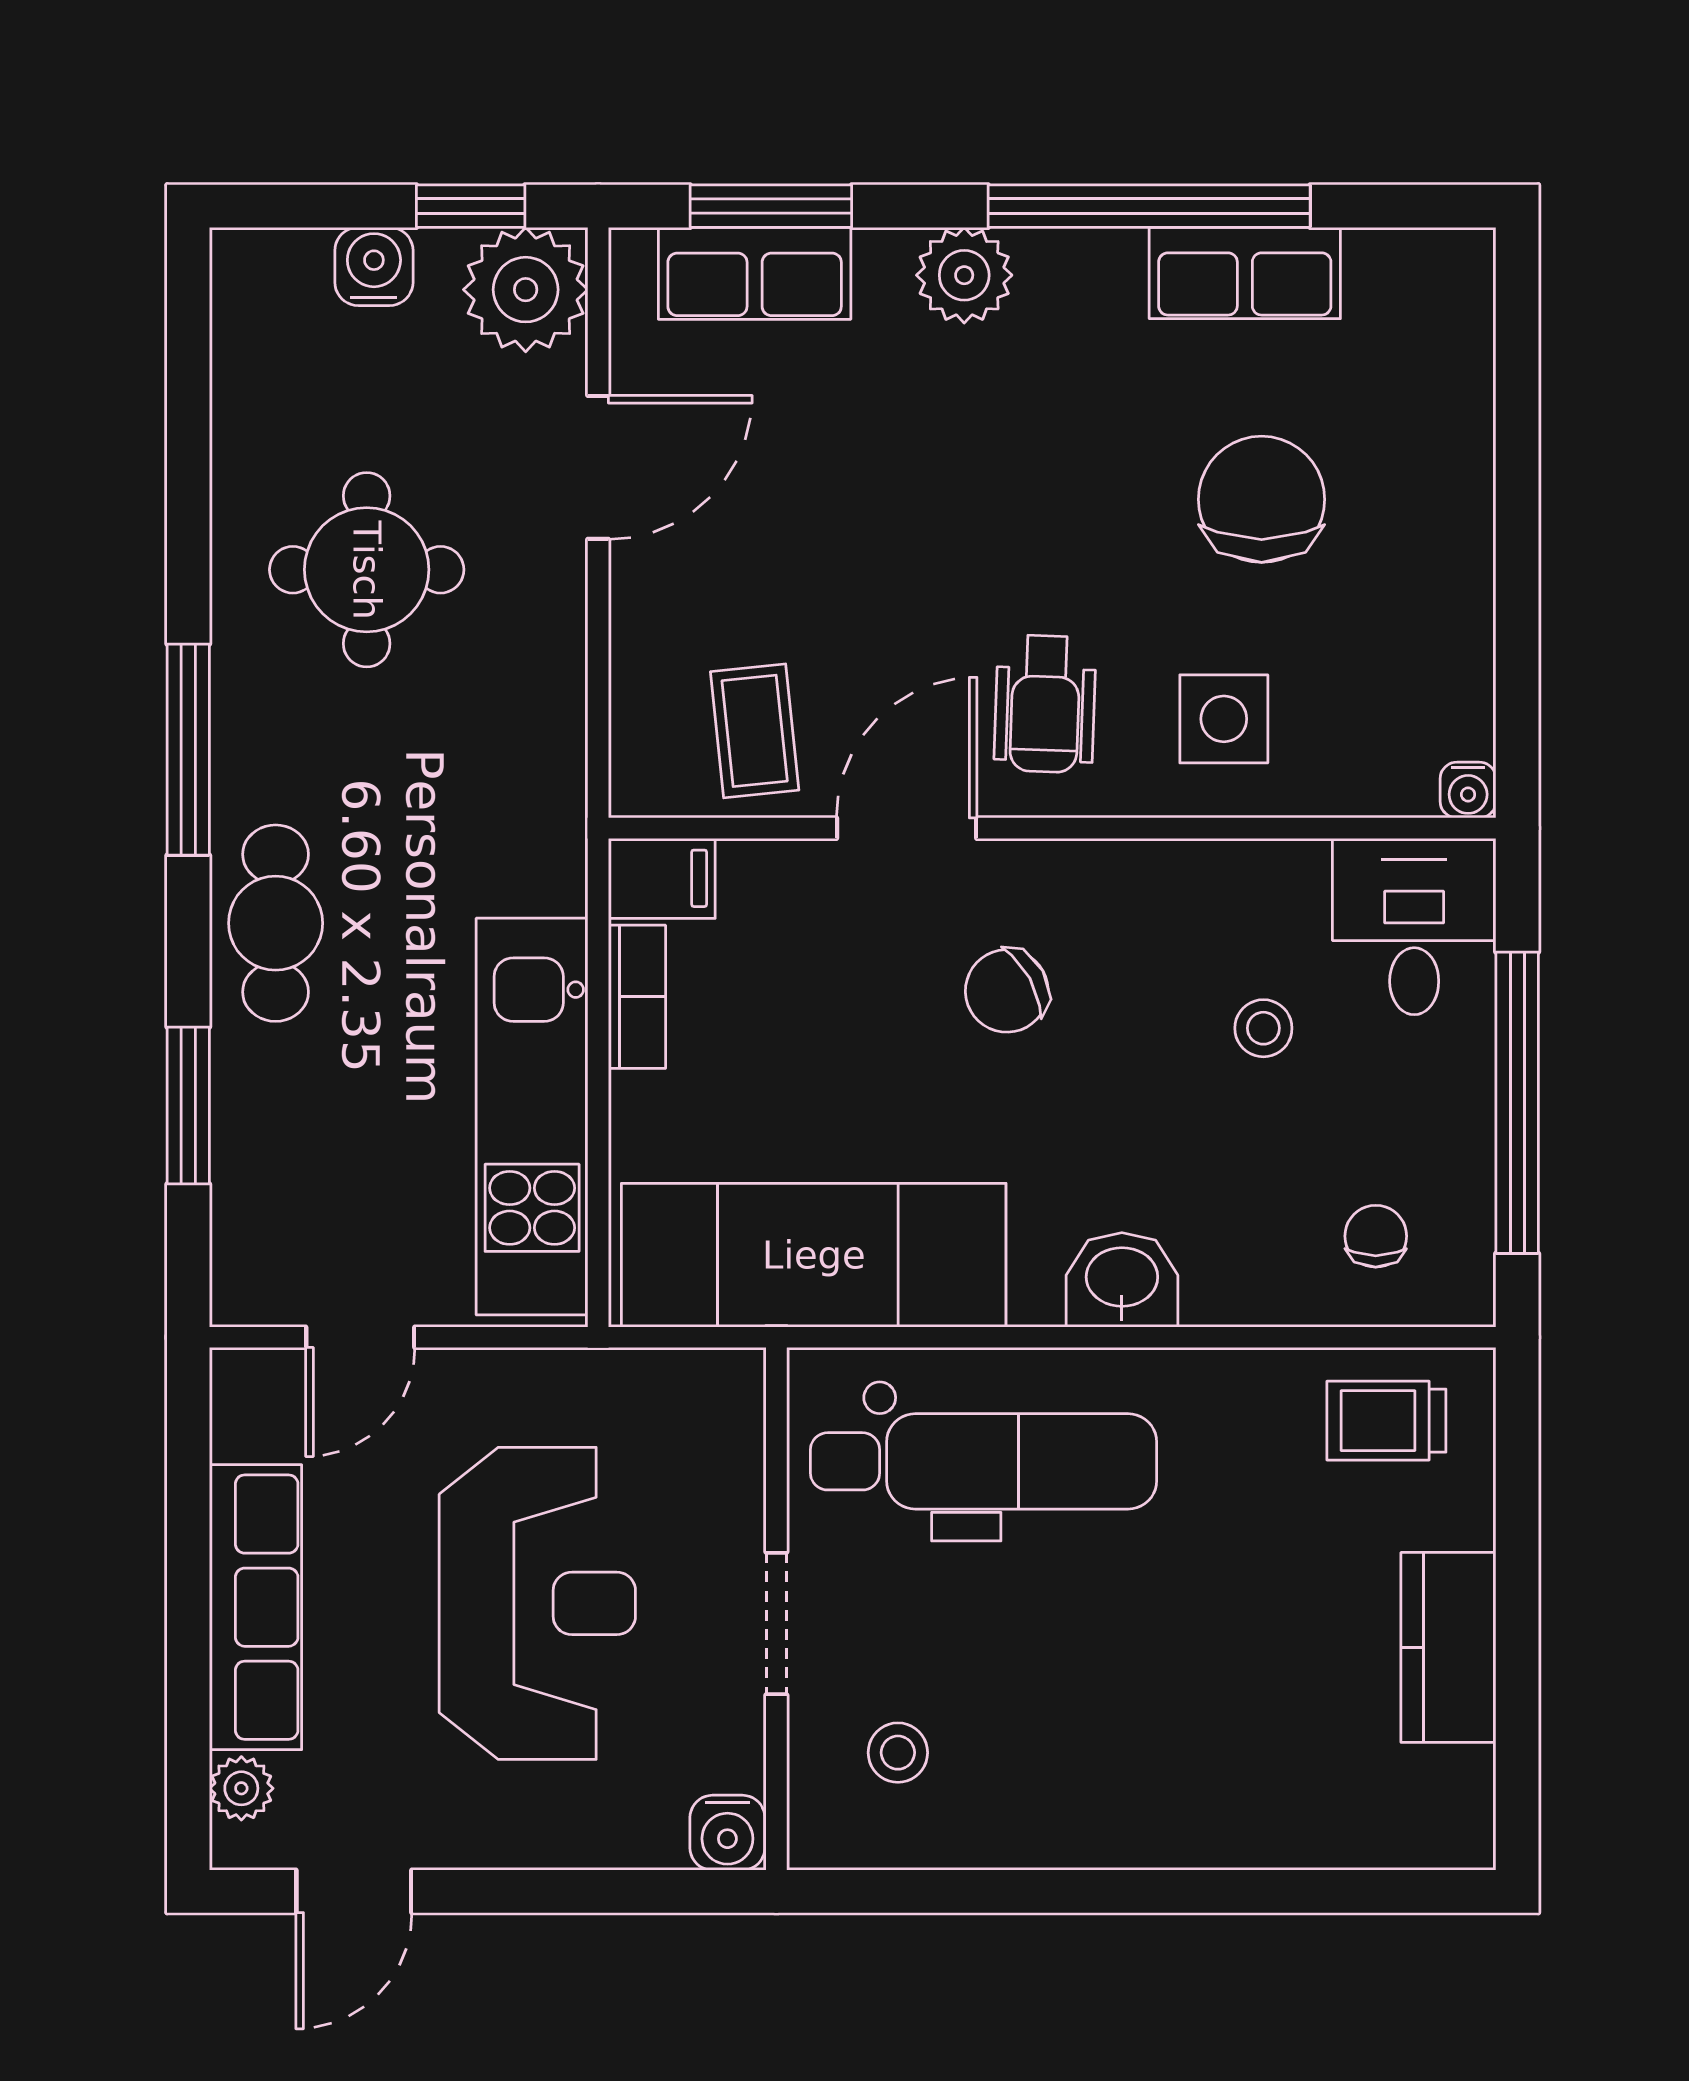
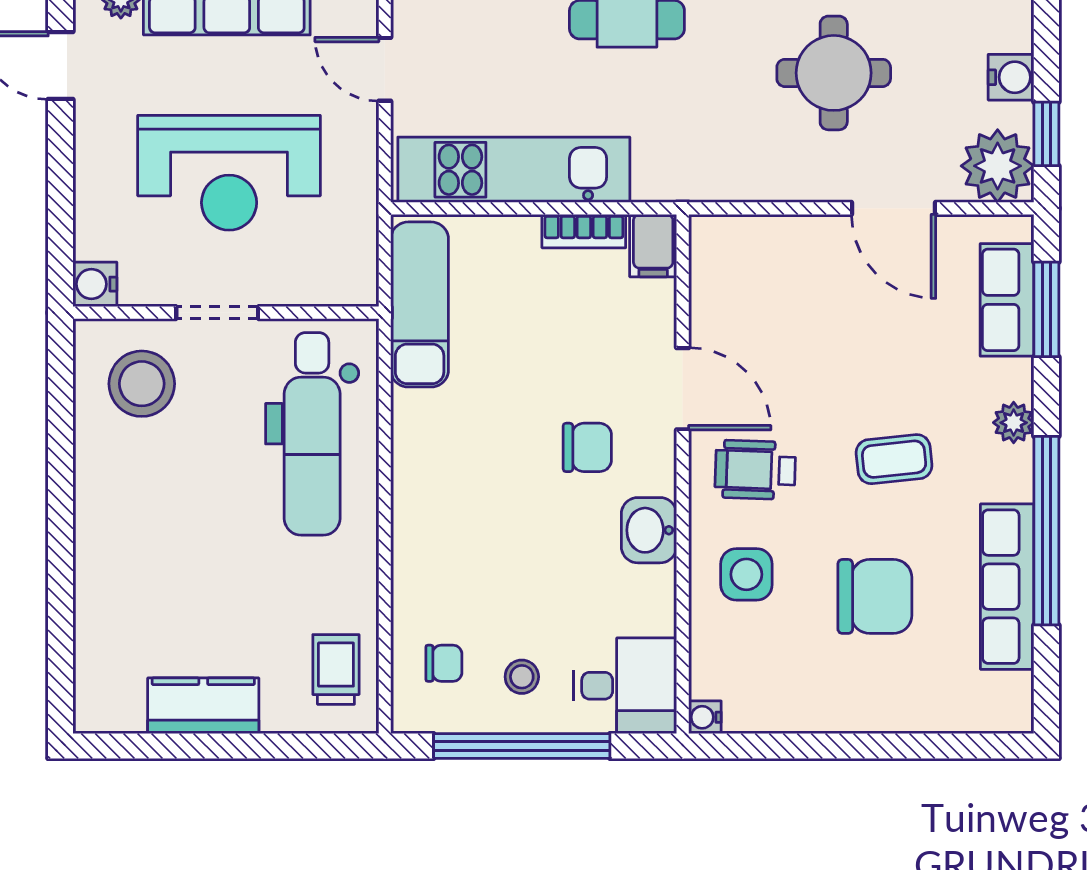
row of seats: (1245, 273) -> (1007, 587), width x1.48
plant: (964, 275) -> (1014, 423), width x0.73, depth x0.73
coffee table: (755, 731) -> (894, 459), moved
chair: (1007, 991) -> (587, 447), turned 119
stool: (1263, 1028) -> (522, 677), moved
exam couch: (814, 1255) -> (420, 304), width x0.73, depth x0.69
washbasin: (1122, 1280) -> (649, 530), moved, turned 180
stool: (898, 1753) -> (142, 384), width x1.89, depth x1.89

